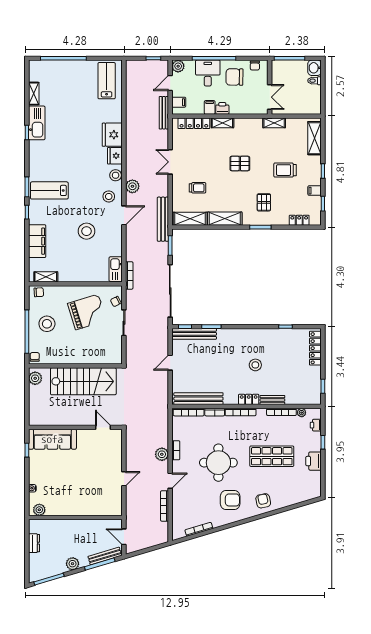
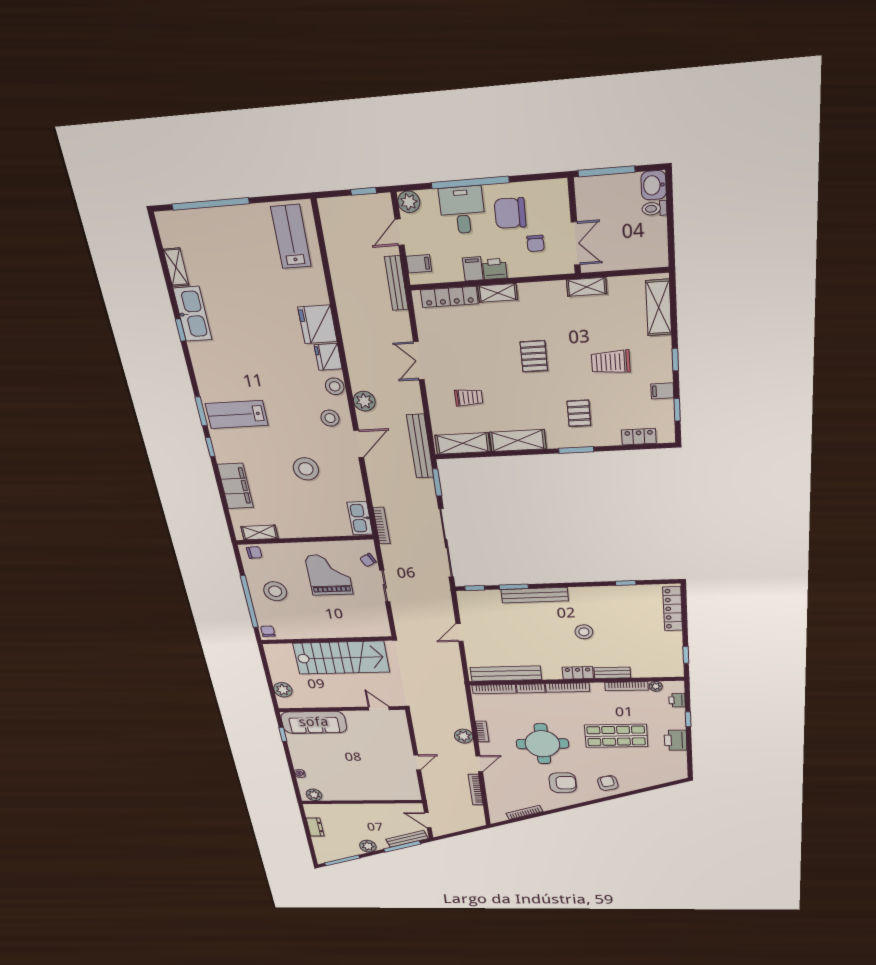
chair: (255, 66) -> (536, 243), moved
pallet: (240, 163) -> (534, 356), turned 90
grand piano: (87, 312) -> (329, 575), turned -73
bench: (194, 334) -> (535, 595), moved
plant: (35, 378) -> (283, 690), moved

